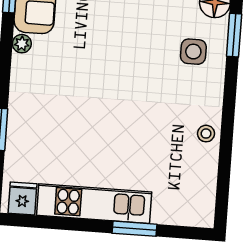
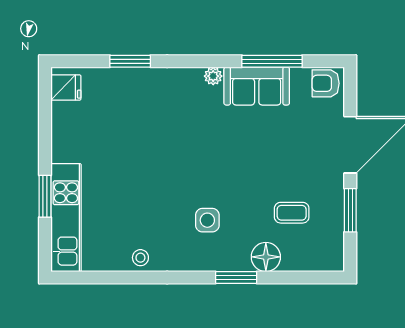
side table: (193, 52) -> (207, 220), moved
kitchen unit: (94, 204) -> (66, 218), moved

